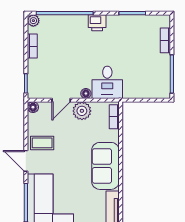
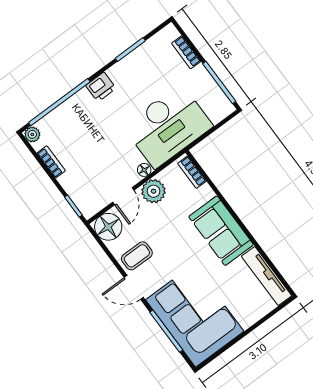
desk: (107, 82) -> (168, 126), width x1.87, depth x1.30
floor lamp: (33, 107) -> (108, 227), width x1.89, depth x1.89

